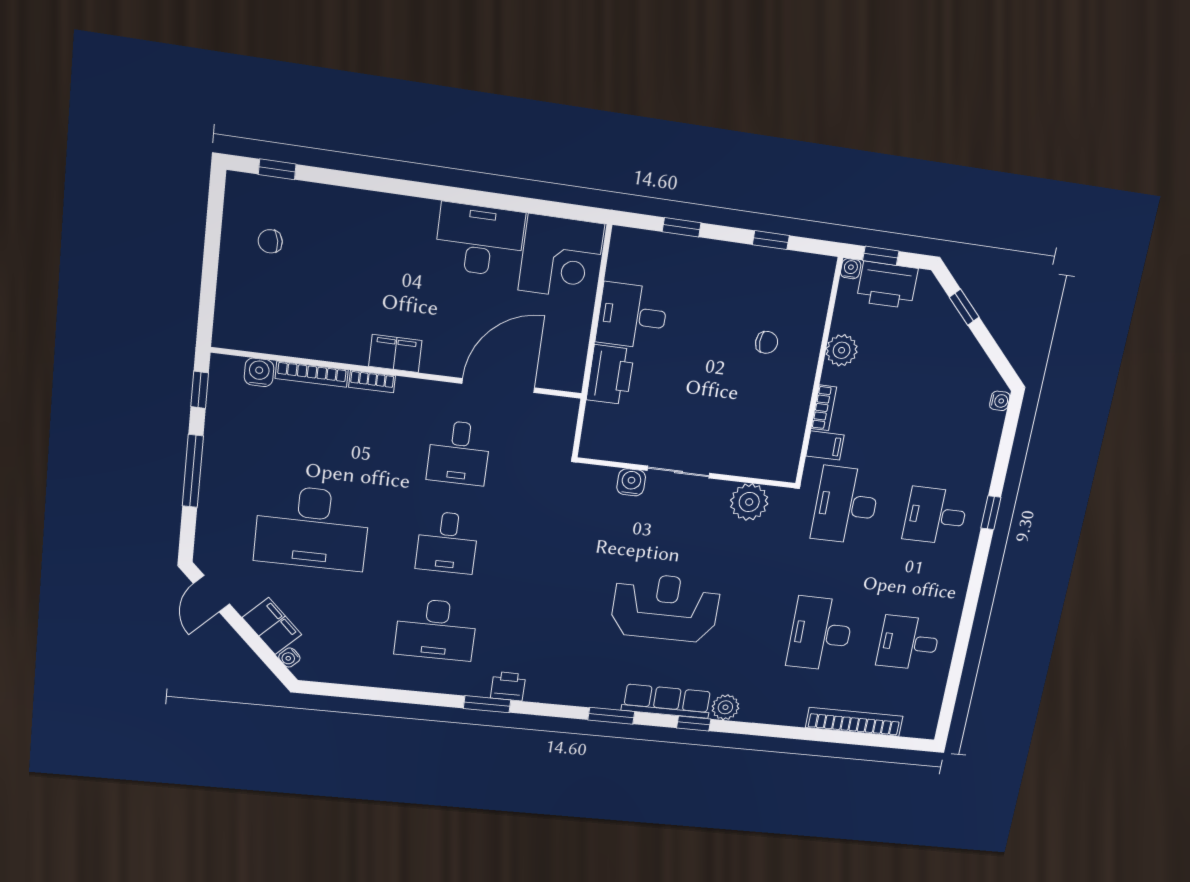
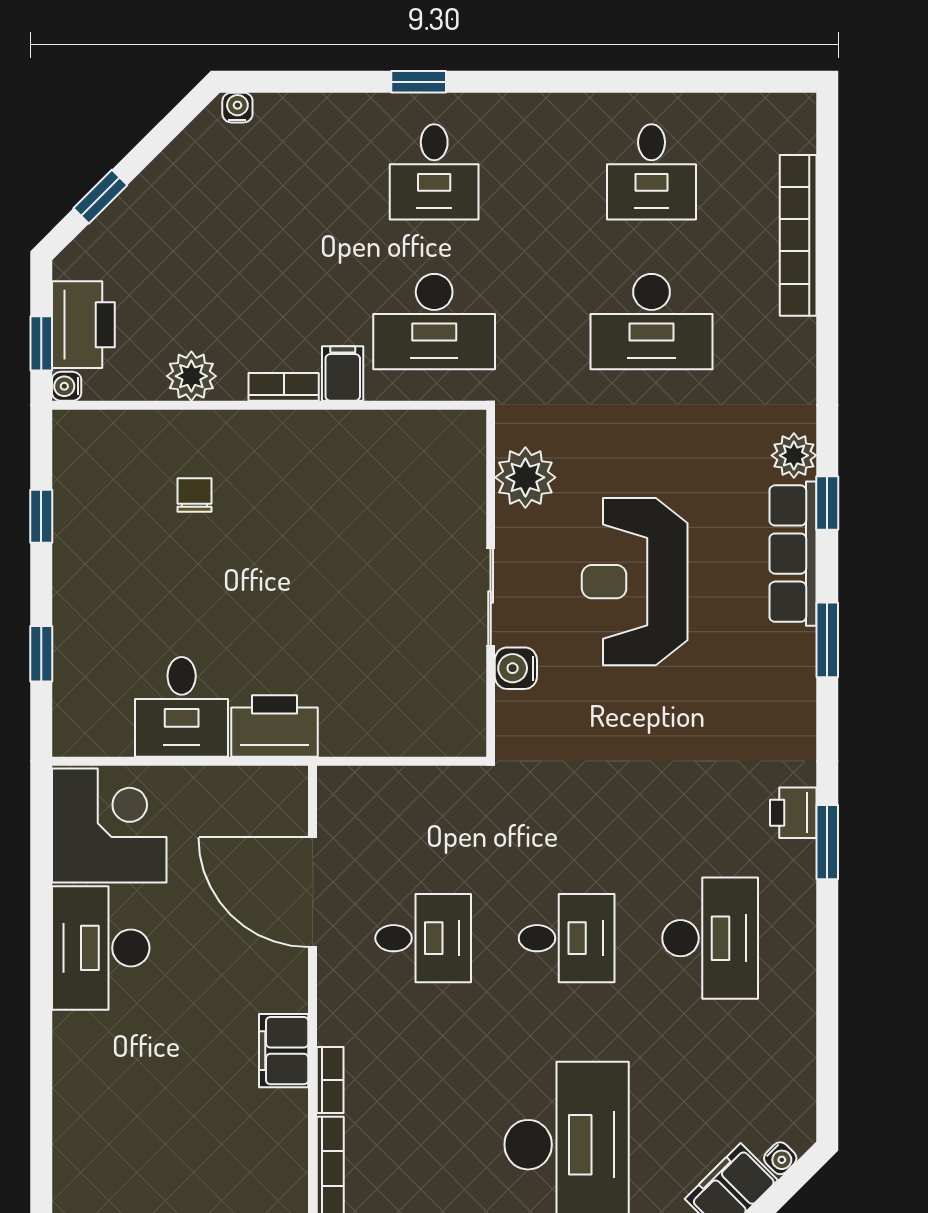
sliding door: (679, 472) -> (491, 597), moved
wall: (687, 473) -> (491, 583), moved
water cooler: (631, 482) -> (516, 668), moved
plant: (749, 502) -> (525, 477), moved

